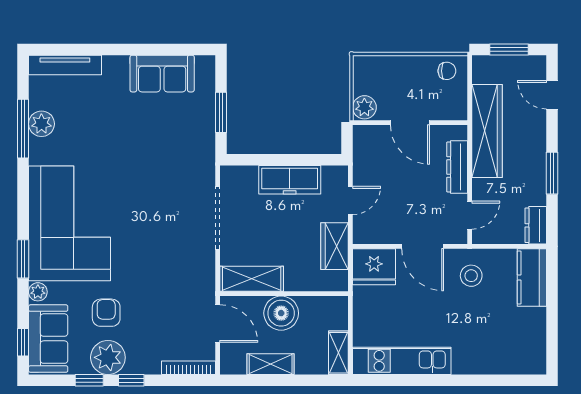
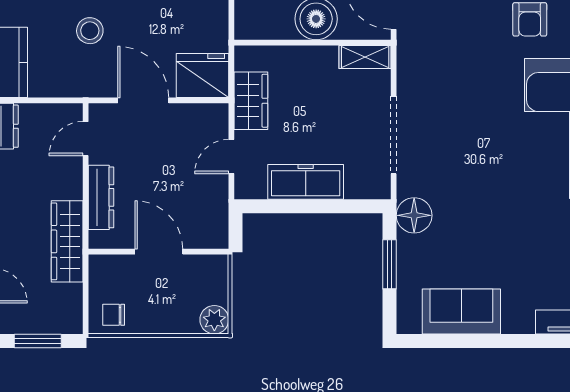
plant: (364, 107) -> (214, 320), moved
wardrobe: (487, 131) -> (67, 241), width x0.71, depth x0.85
floor lamp: (201, 152) -> (414, 215), added
stool: (471, 276) -> (90, 31), moved
shelving: (252, 279) -> (365, 57), width x0.67, depth x0.75

